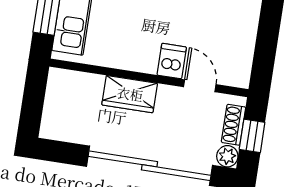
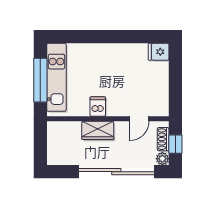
dishwasher: (172, 61) -> (98, 107), moved
door: (200, 86) -> (139, 119), swing flipped

